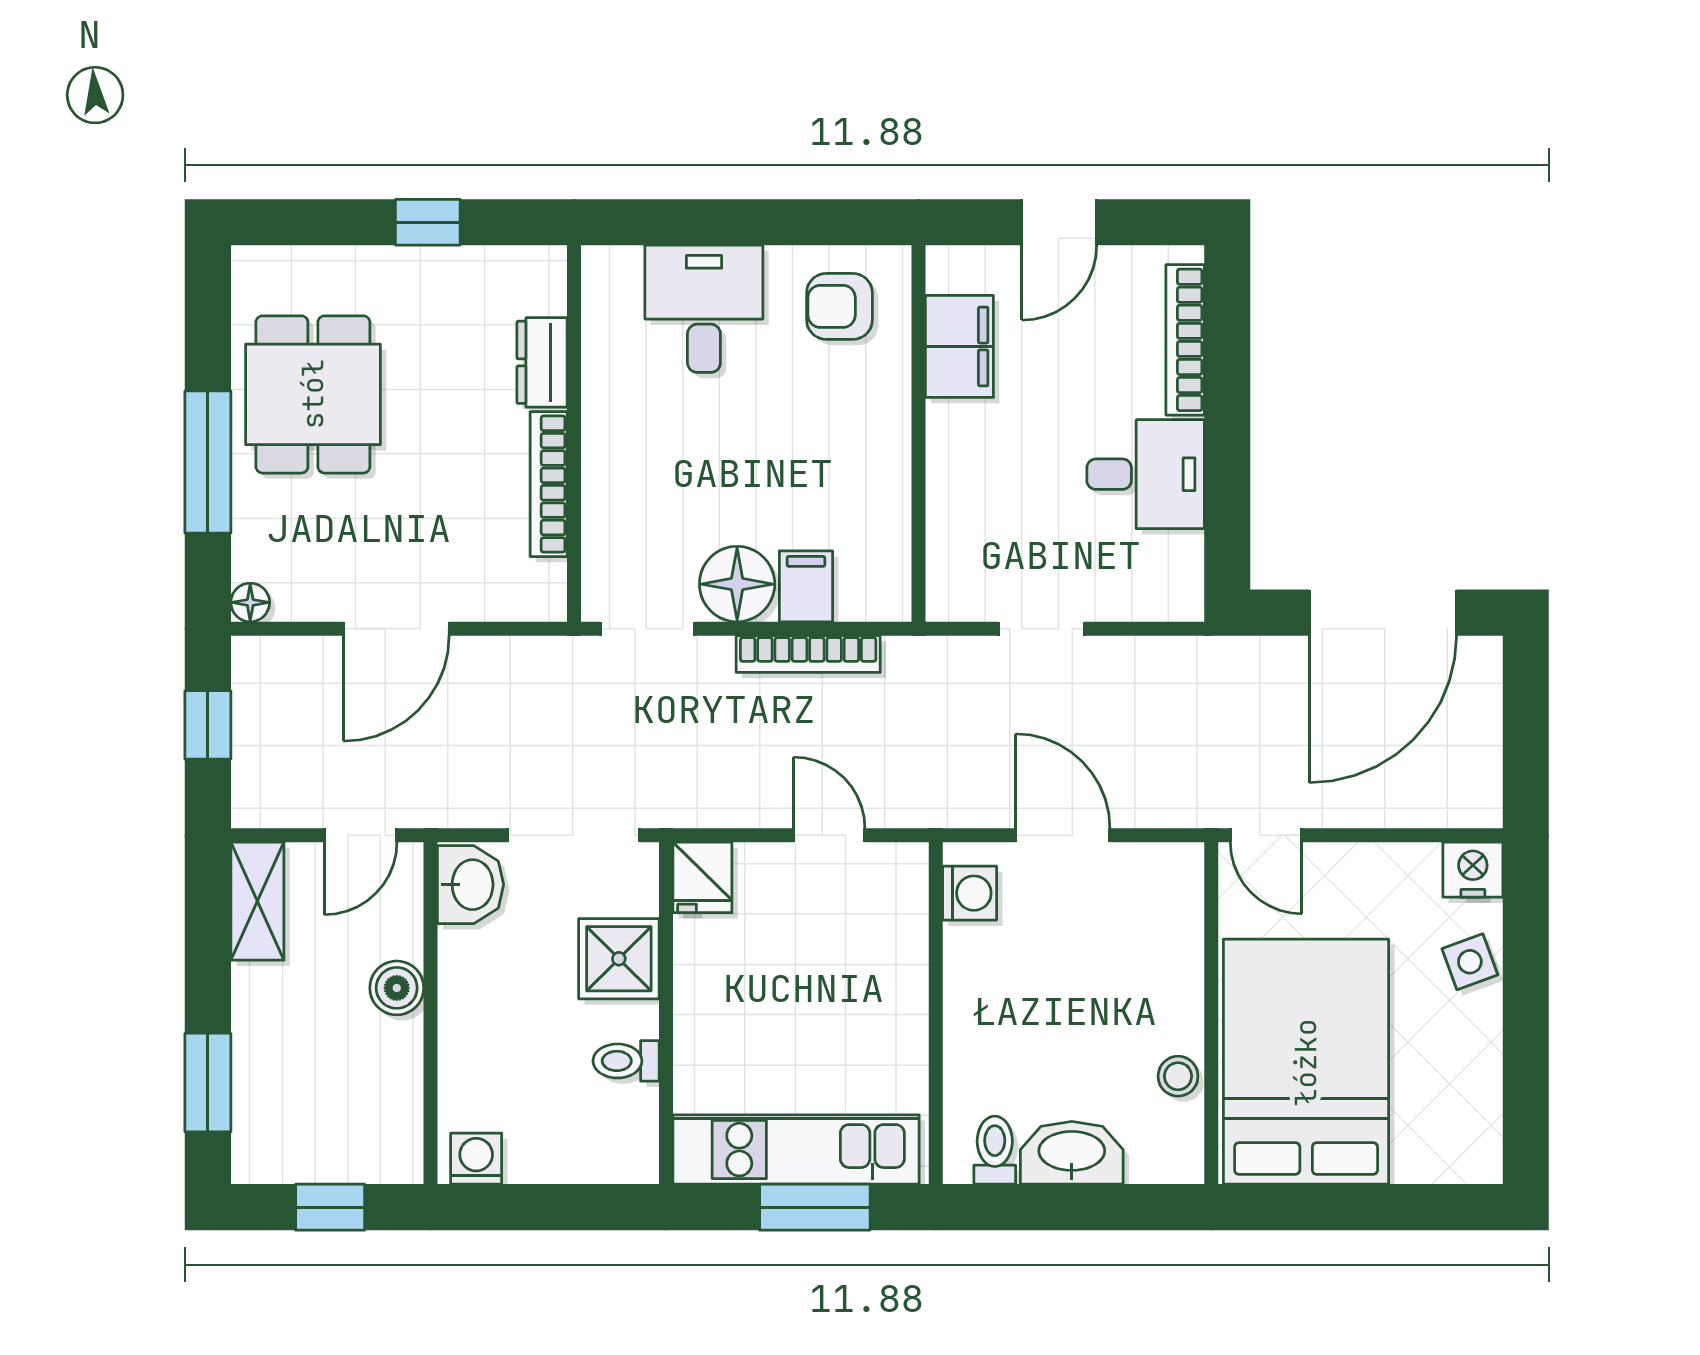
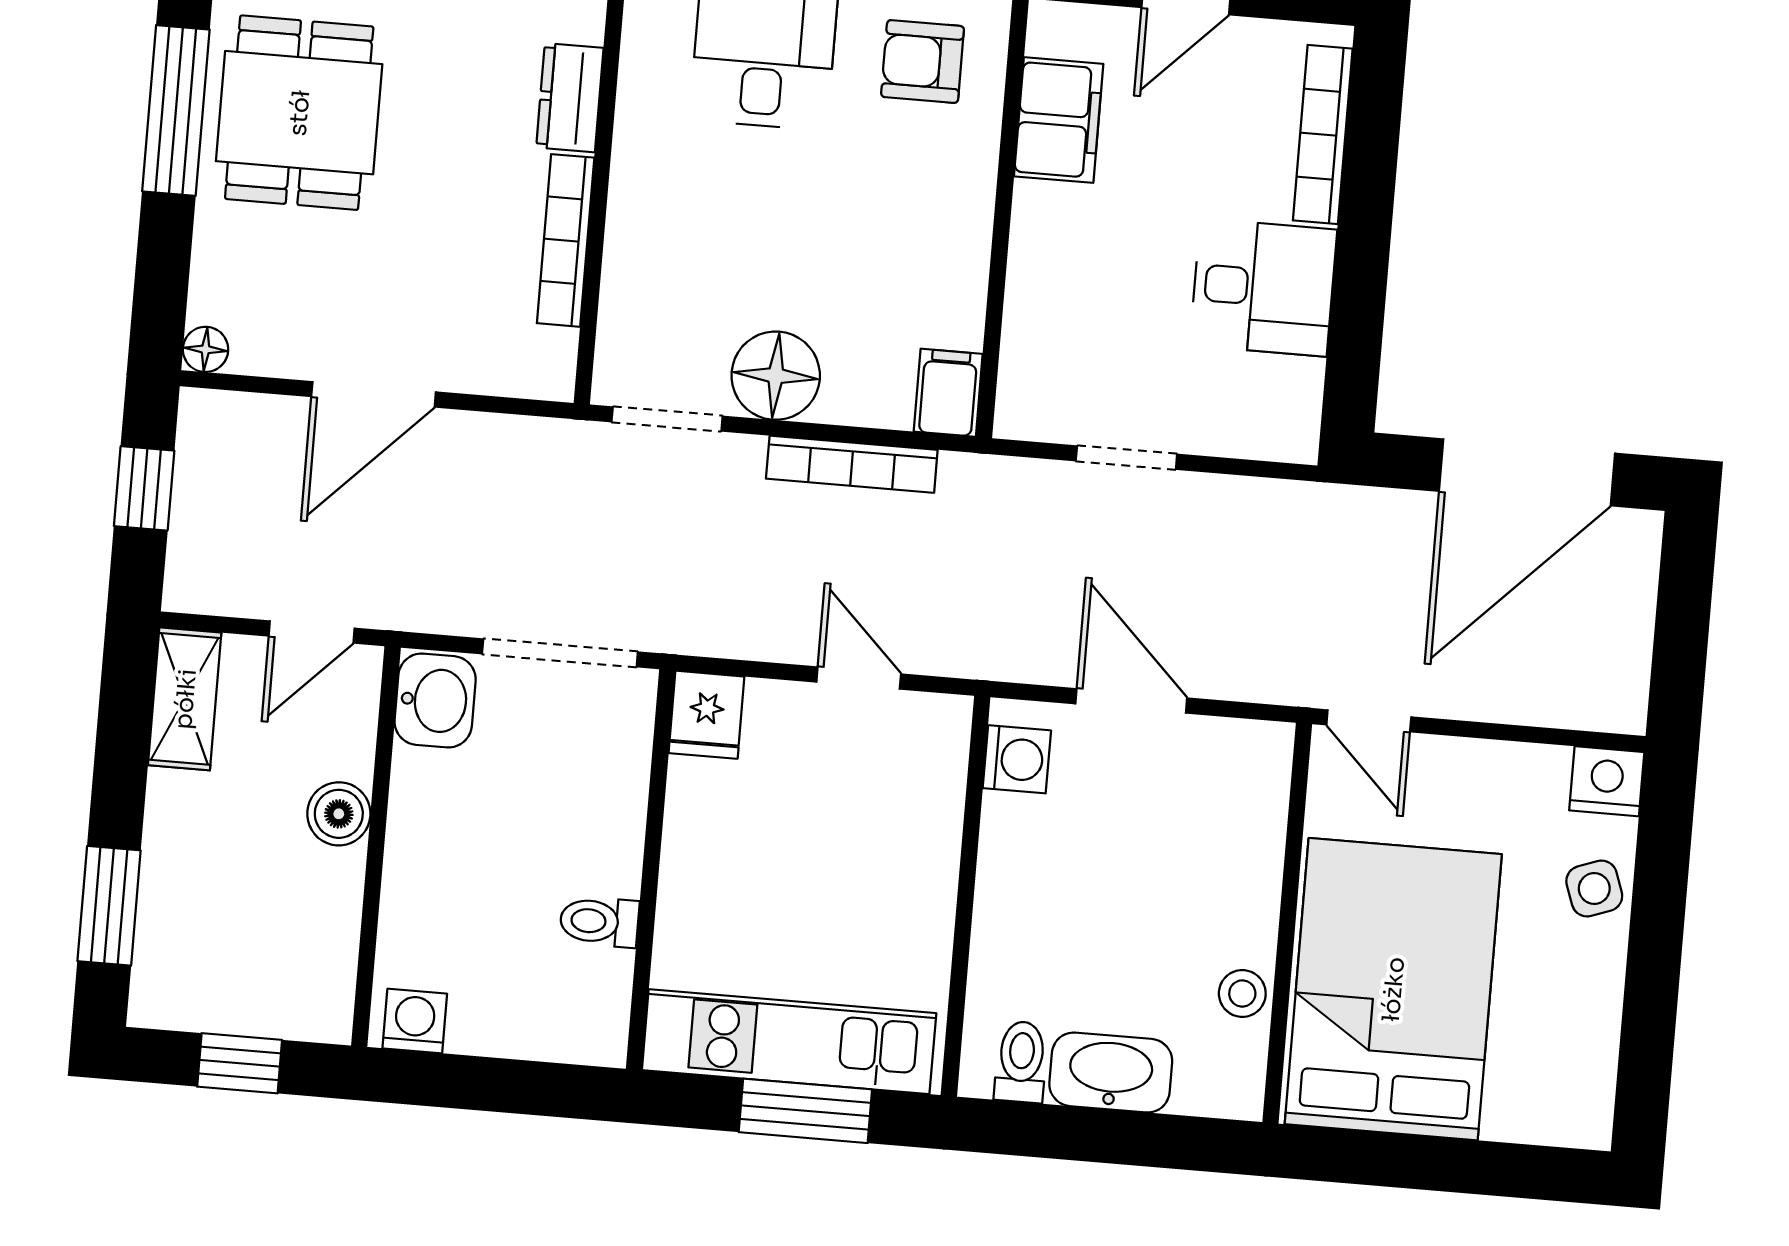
window: (208, 462) -> (176, 110), moved
filing cabinet: (806, 586) -> (948, 393), moved
shower: (619, 959) -> (601, 802), removed

